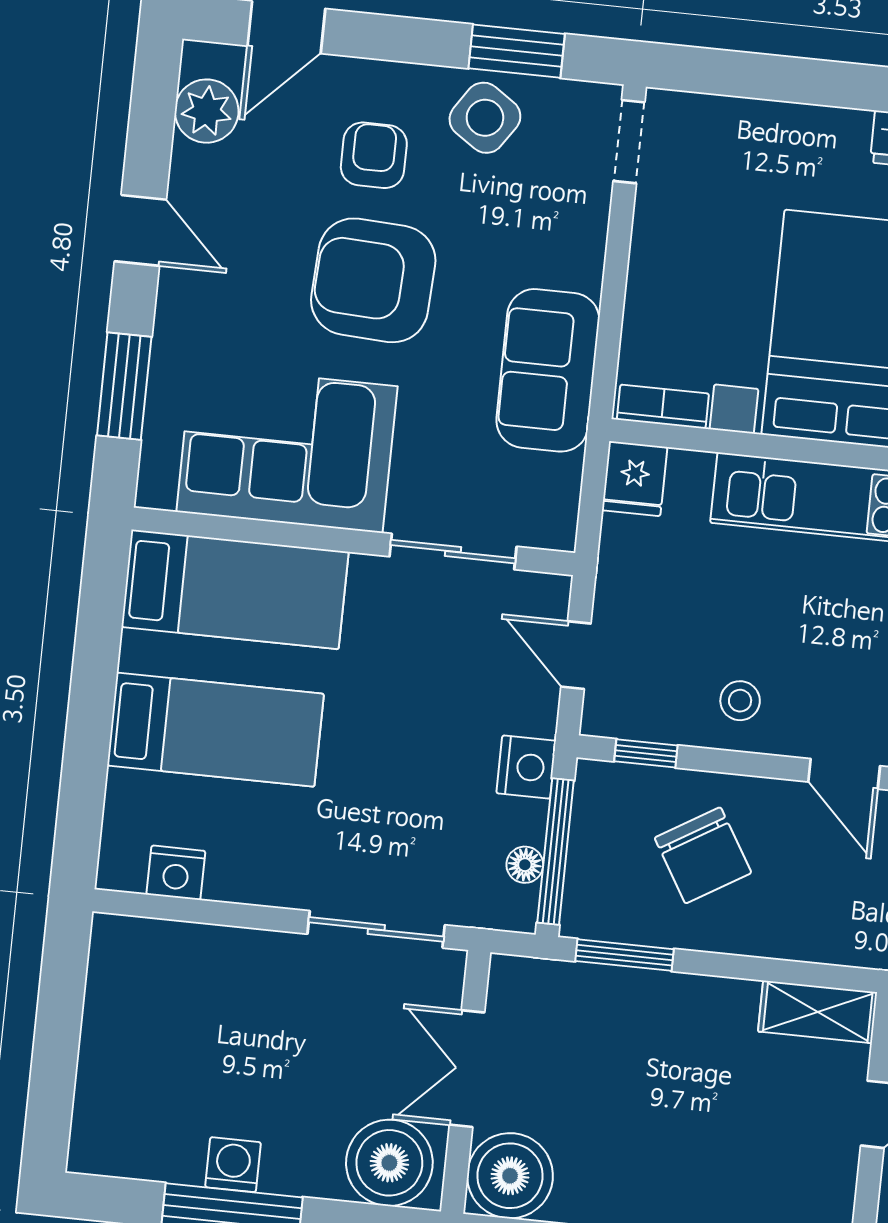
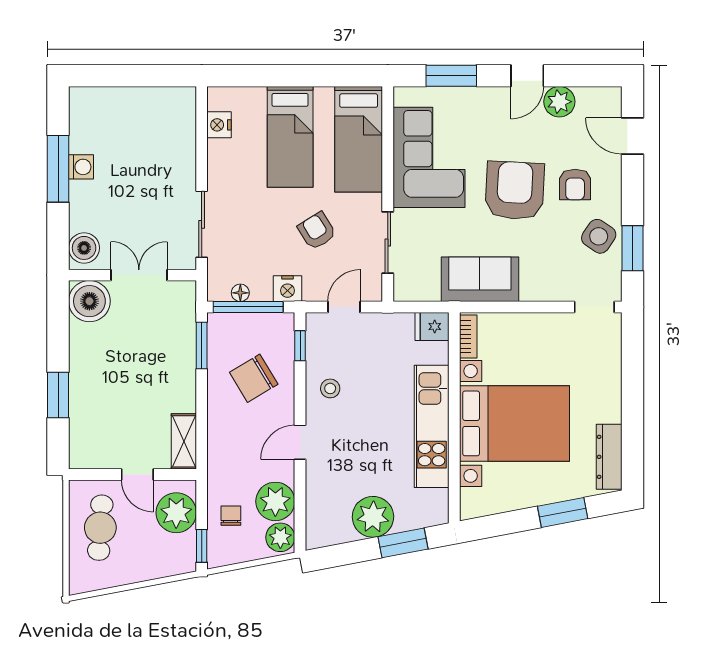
plant: (207, 111) -> (559, 102), moved
armchair: (374, 155) -> (575, 185), turned 90
armchair: (414, 694) -> (317, 231), added
boiler: (389, 1163) -> (84, 248), width x0.73, depth x0.73

